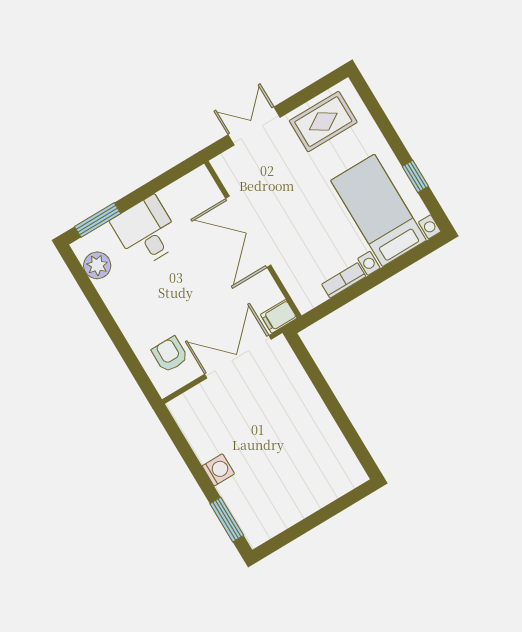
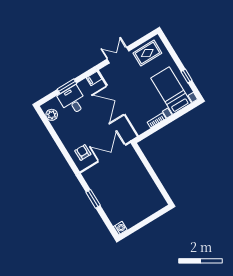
window: (98, 220) -> (67, 86), moved
filing cabinet: (279, 316) -> (94, 78), moved
washing machine: (218, 470) -> (120, 228), moved
window: (227, 520) -> (93, 199), moved

